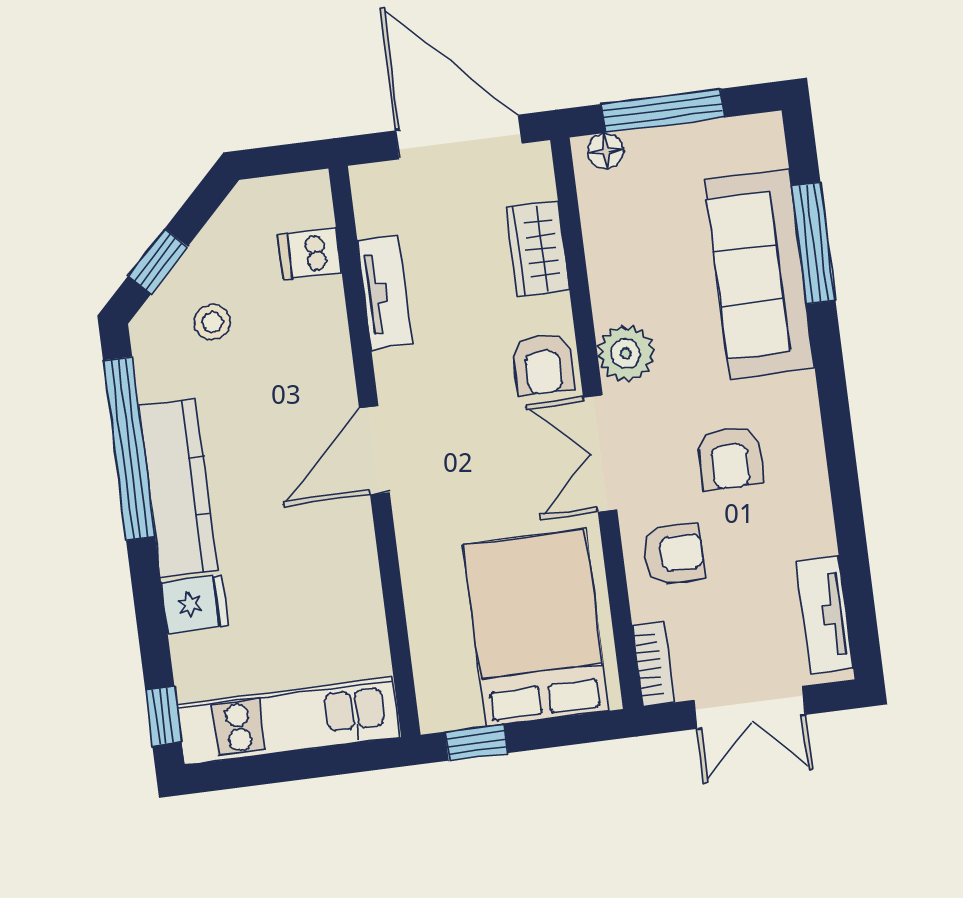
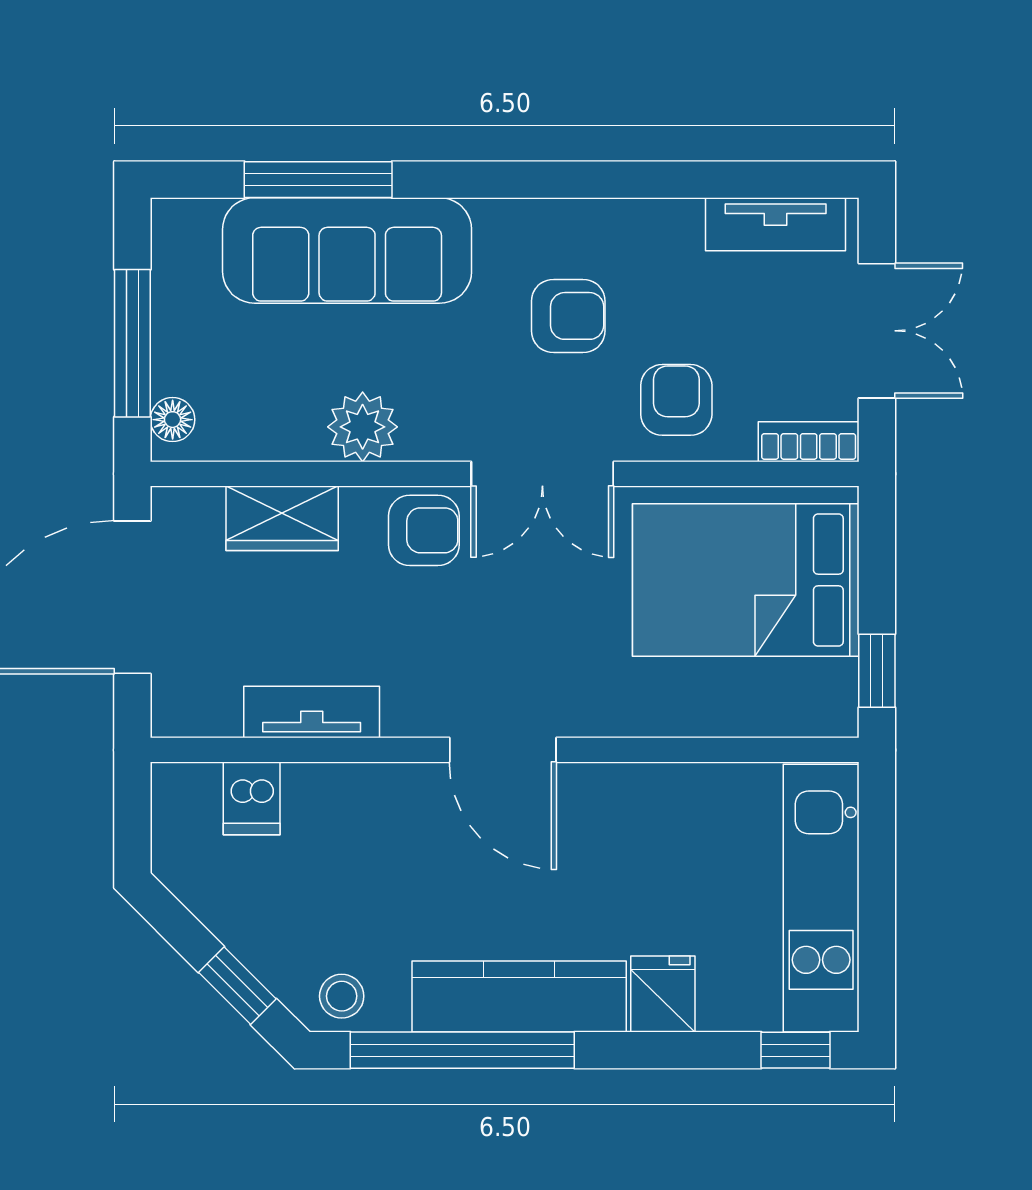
stool: (212, 322) -> (342, 996), moved
plant: (626, 353) -> (363, 427), moved

